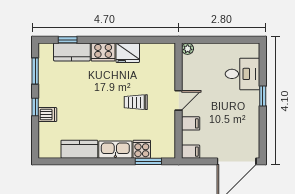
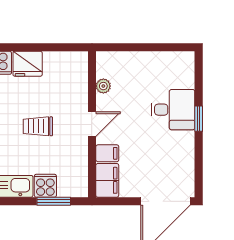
plant: (188, 49) -> (103, 86), moved
desk: (243, 74) -> (173, 110), moved
filing cabinet: (191, 152) -> (107, 180), width x2.00

